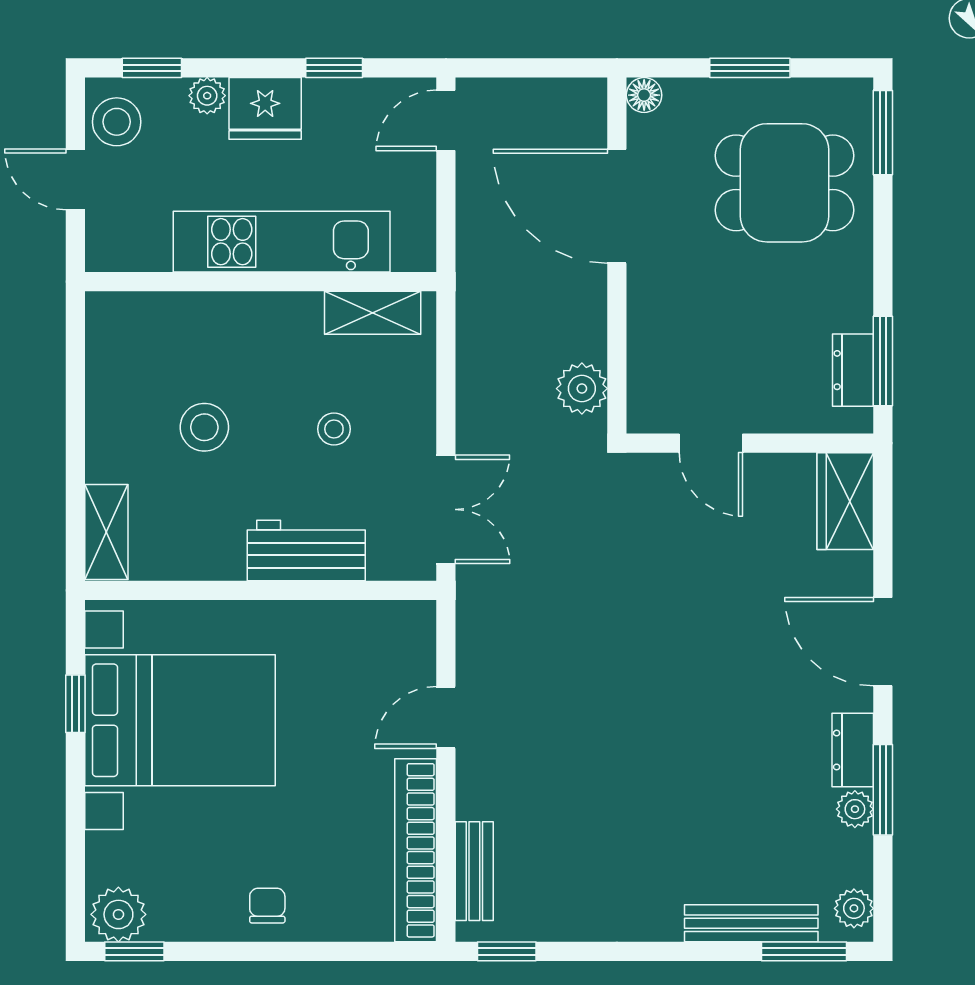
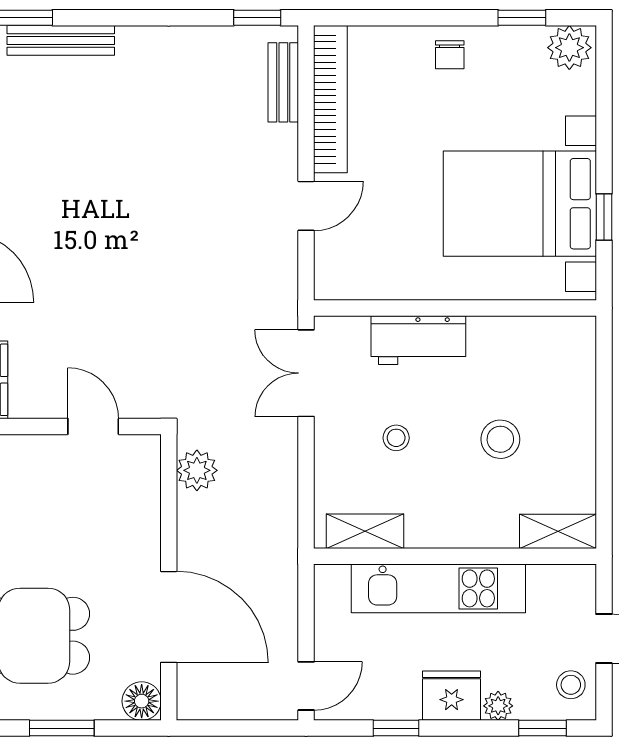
floor lamp: (644, 95) -> (142, 701), width x1.37, depth x1.37
stool: (117, 122) -> (571, 685), width x0.73, depth x0.73
shelving: (106, 532) -> (558, 531), moved, turned 90
window: (134, 951) -> (522, 18), moved

